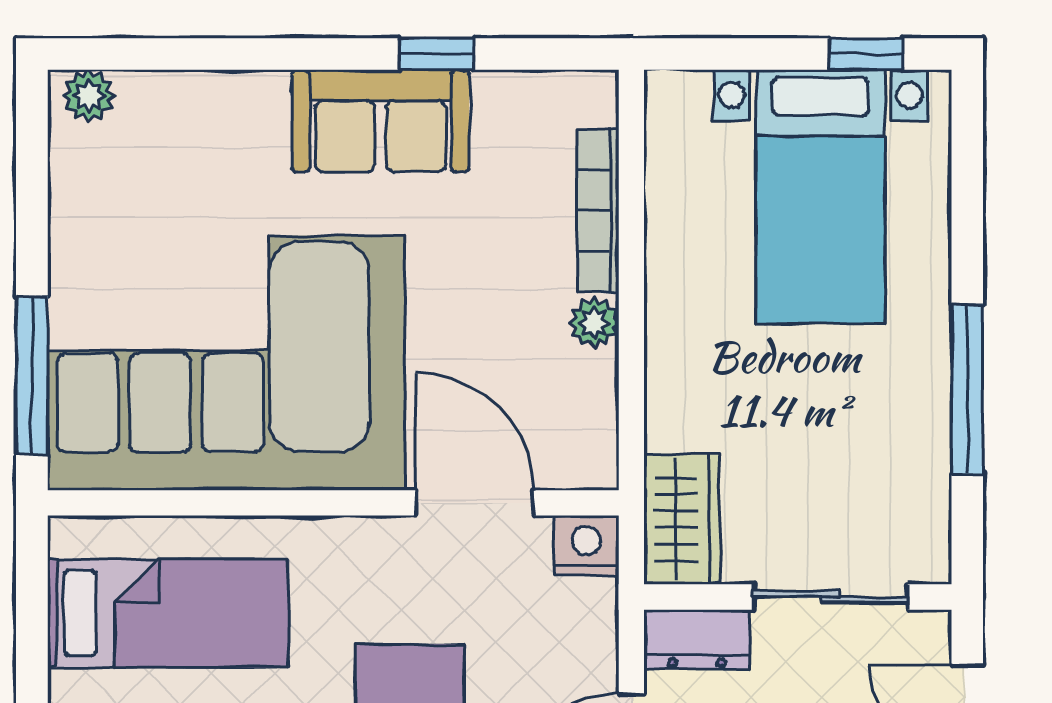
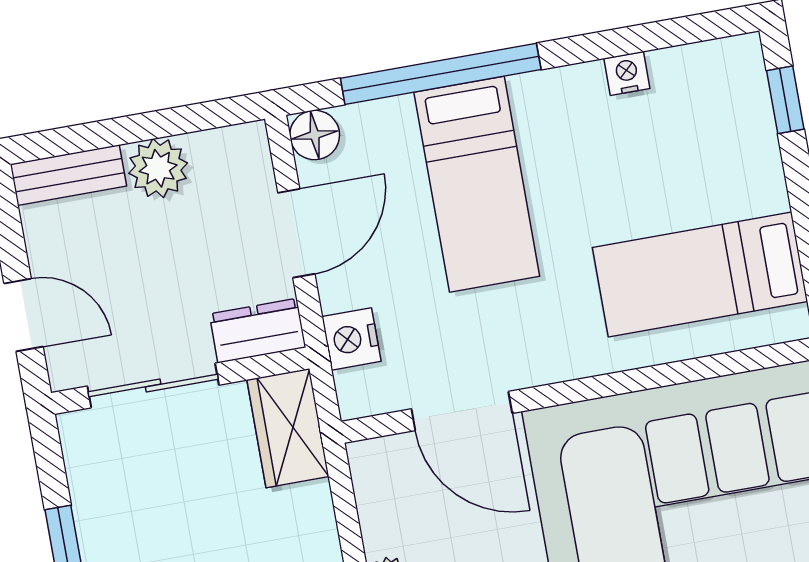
nightstand: (586, 545) -> (351, 339), moved, turned 90

